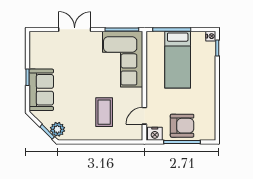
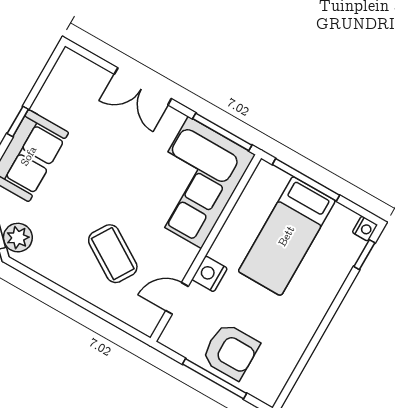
double door: (75, 29) -> (143, 86), swing flipped
coffee table: (104, 112) -> (113, 254), turned -58
nightstand: (155, 134) -> (209, 274), moved, turned 90

